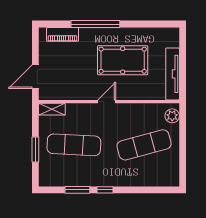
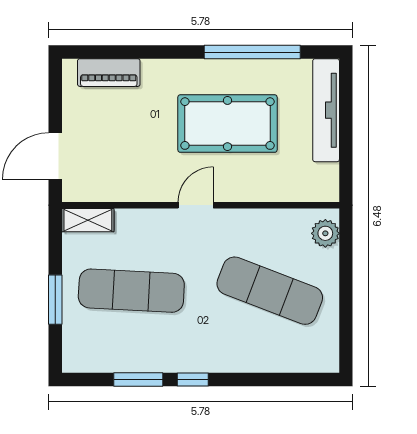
window: (95, 24) -> (252, 52), moved
tv unit: (173, 74) -> (326, 110), moved
exercise mat: (144, 145) -> (270, 291), turned 36

